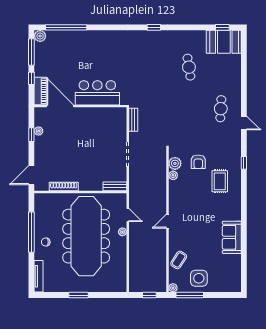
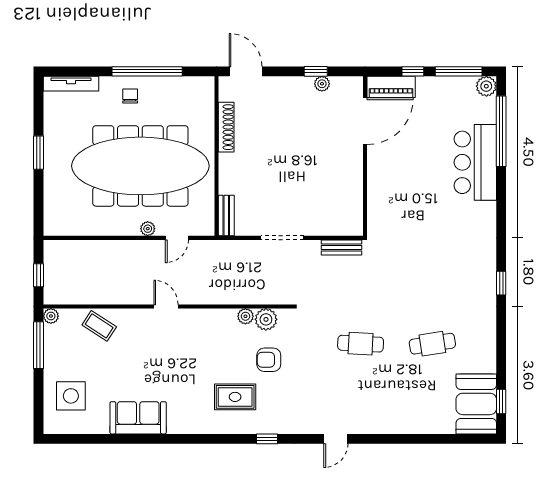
bar counter: (97, 93) -> (475, 162), moved, turned 180
cafe table: (221, 109) -> (361, 344), moved
side table: (199, 278) -> (71, 396), moved

